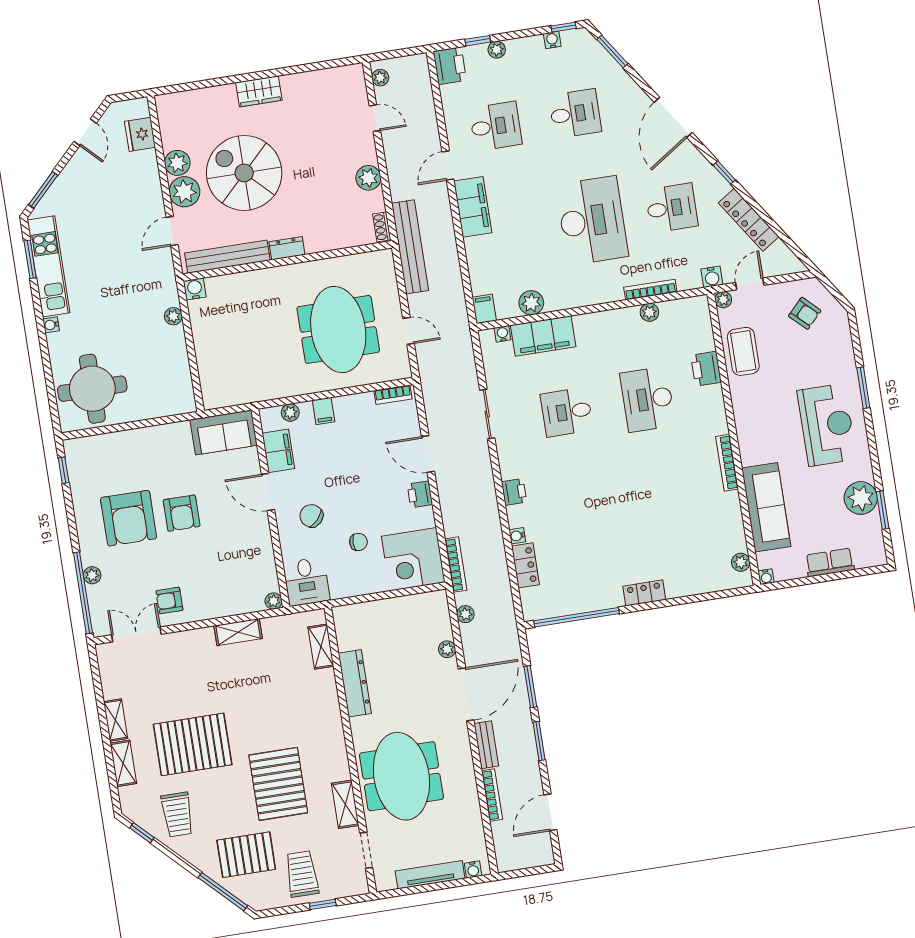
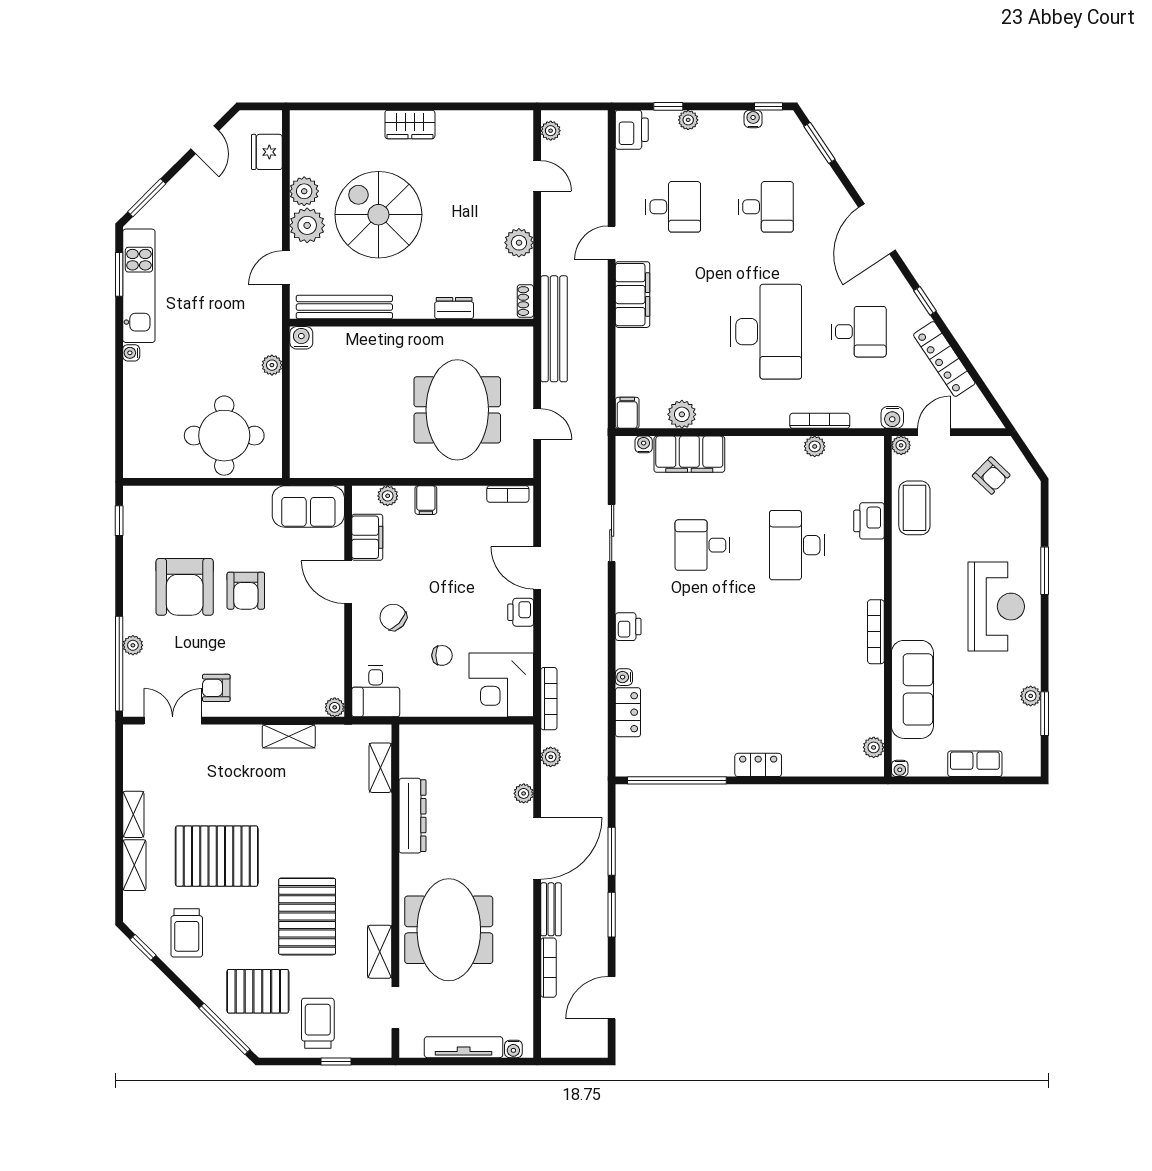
dresser: (287, 248) -> (454, 308), moved
round table: (92, 389) -> (224, 436), moved
plant: (861, 498) -> (1031, 696), width x0.53, depth x0.53

